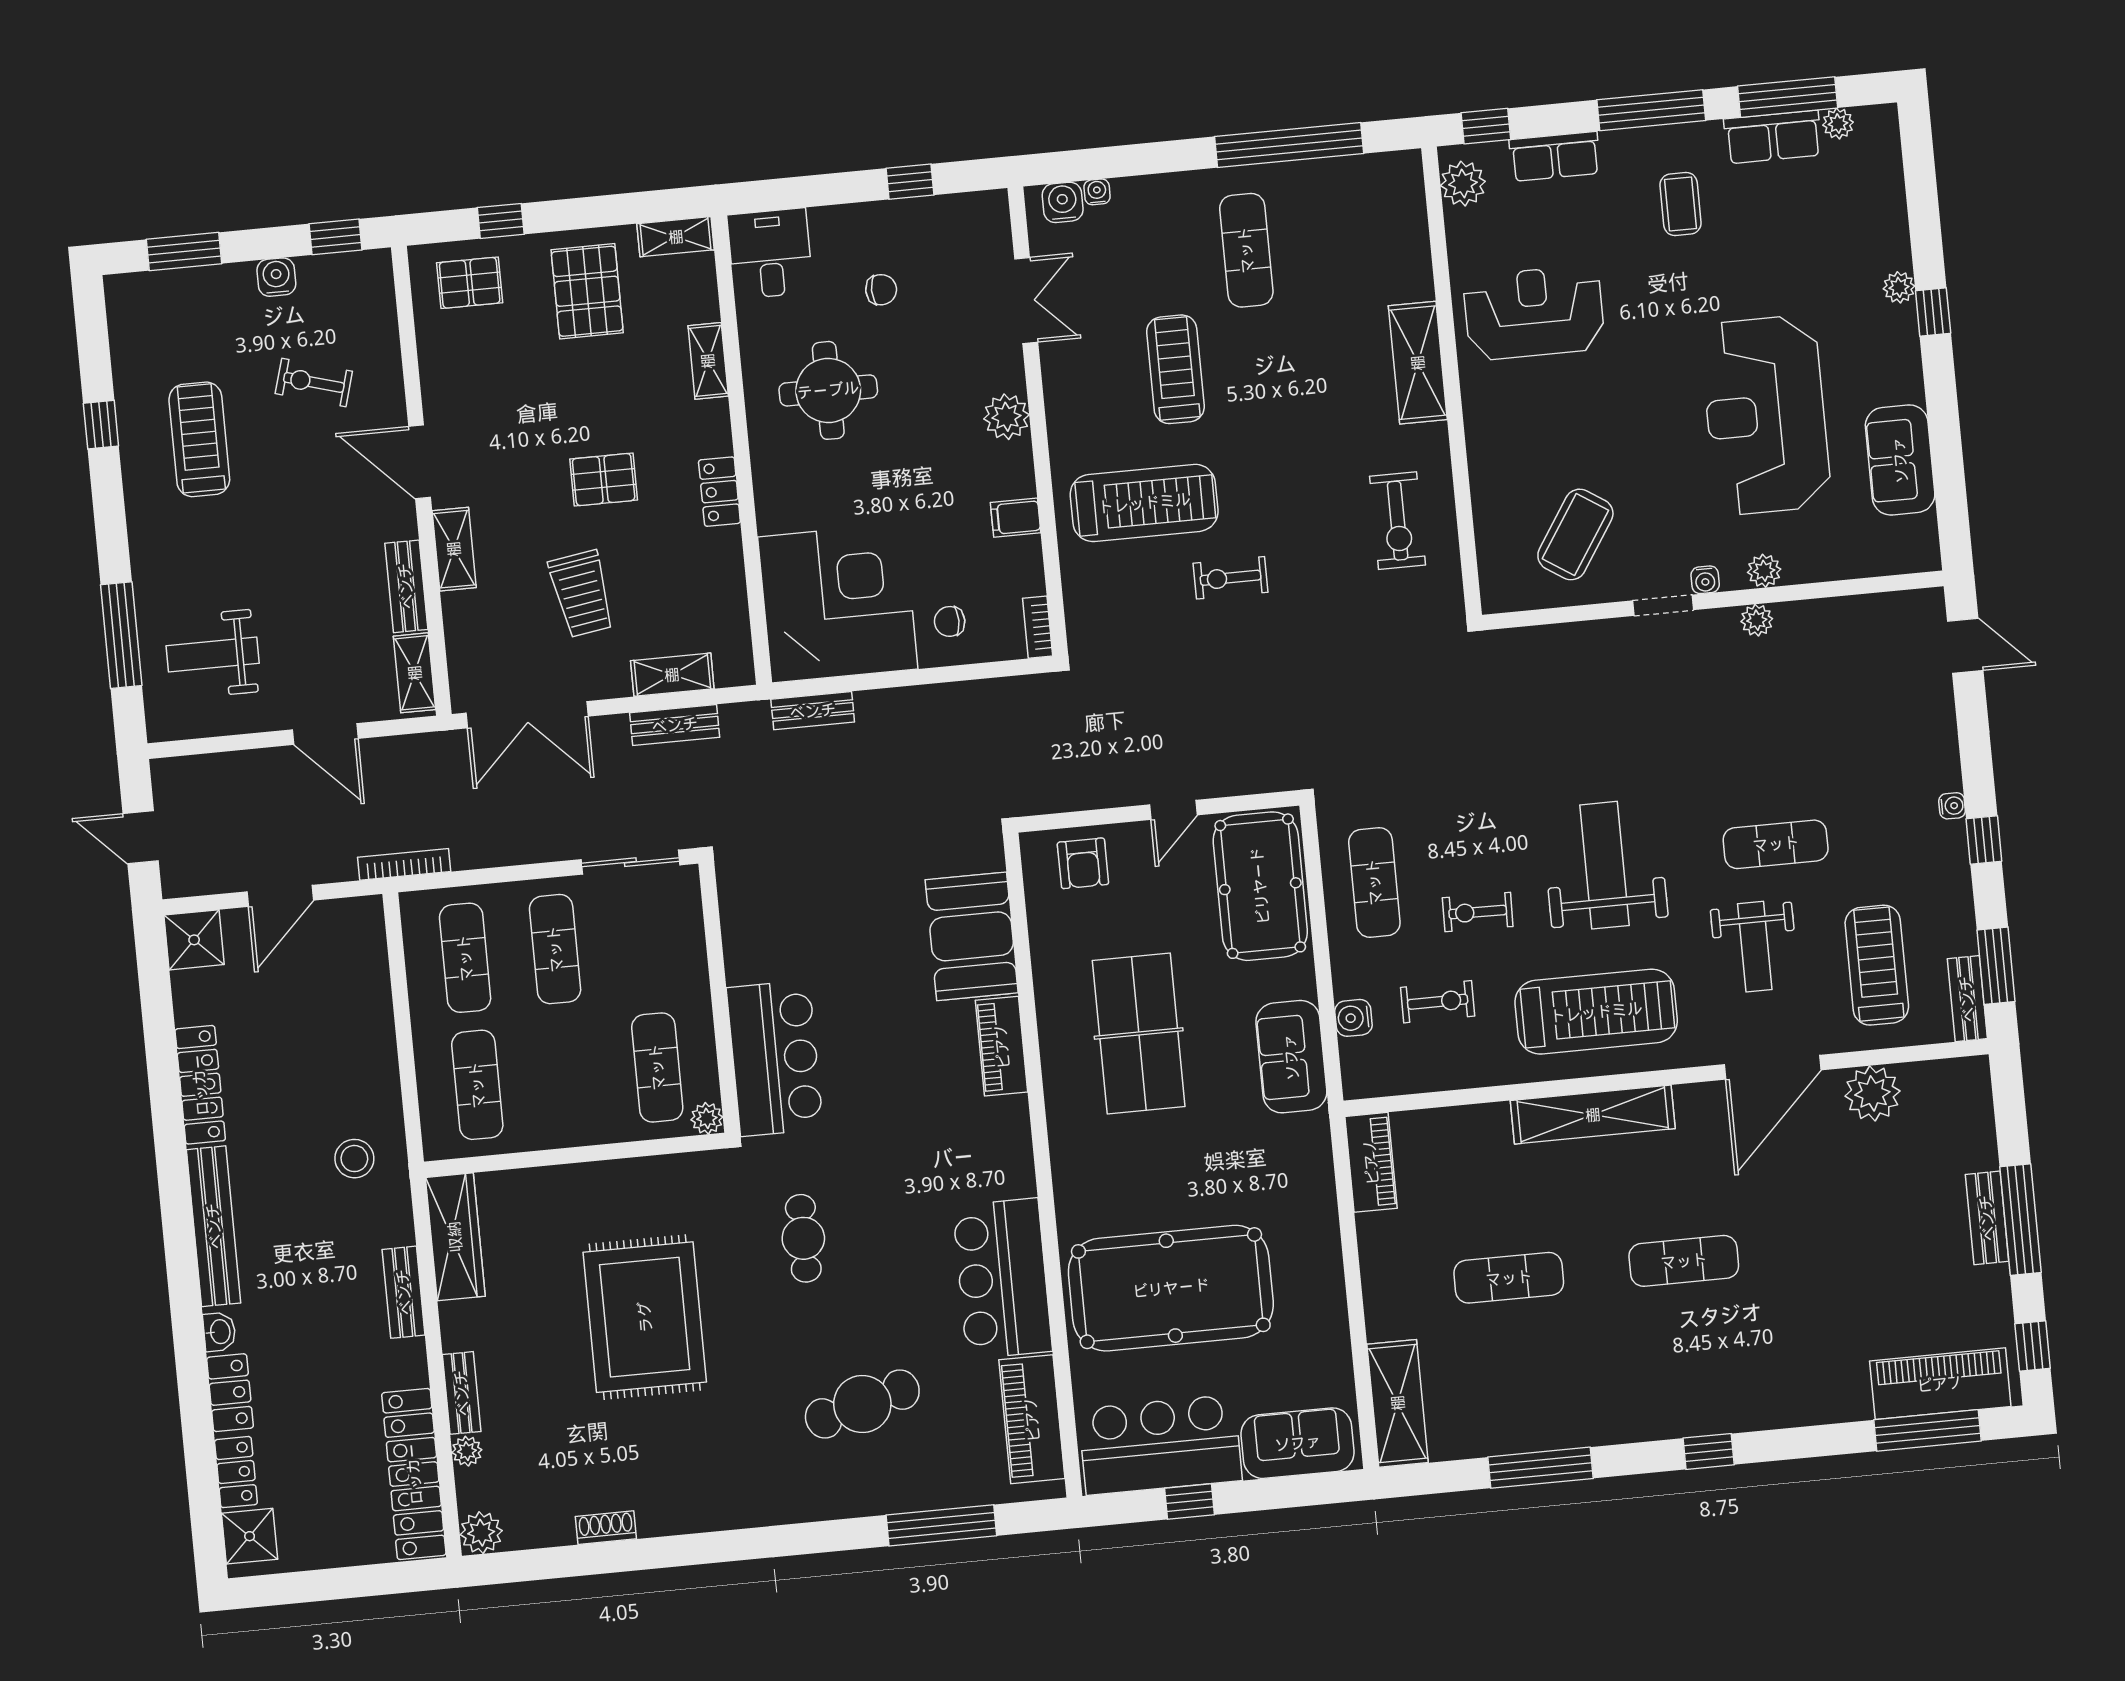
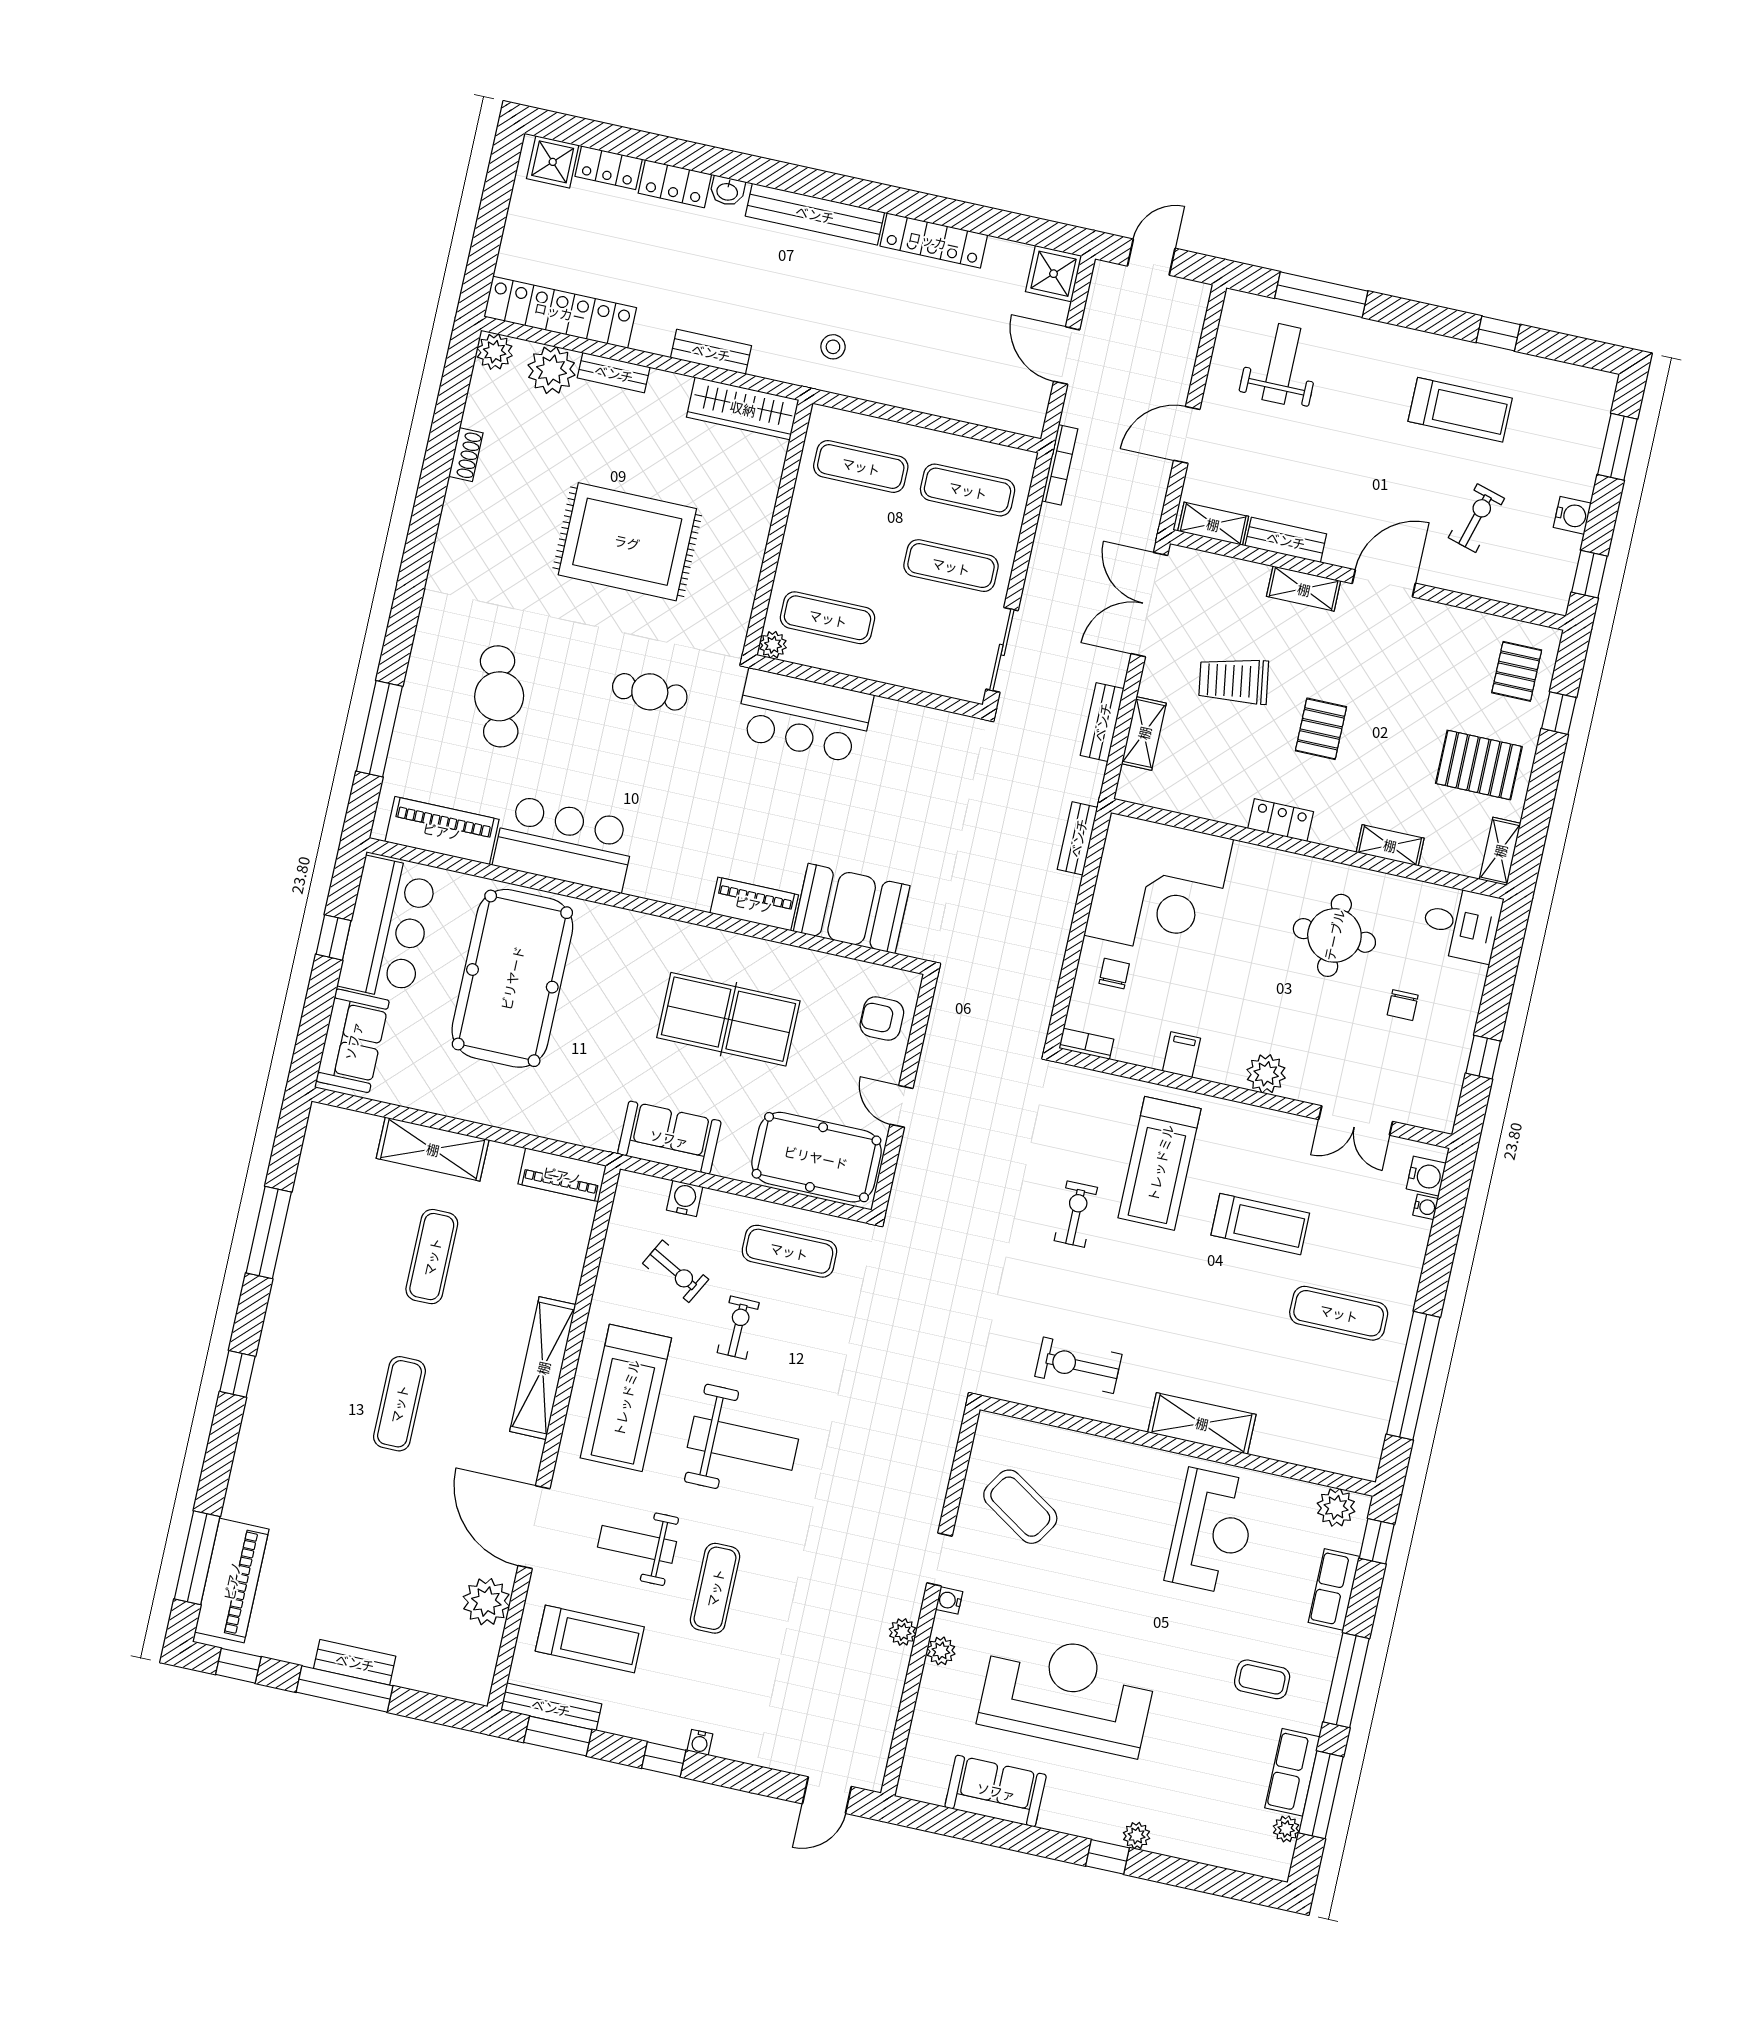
bench: (1967, 999) -> (551, 1707), width x1.36
exercise bike: (1438, 1002) -> (676, 1271), turned -62
stool: (354, 1159) -> (833, 347), width x0.73, depth x0.73
shelving: (1398, 1403) -> (433, 1149), moved
plant: (467, 1451) -> (551, 370), width x1.87, depth x1.87

